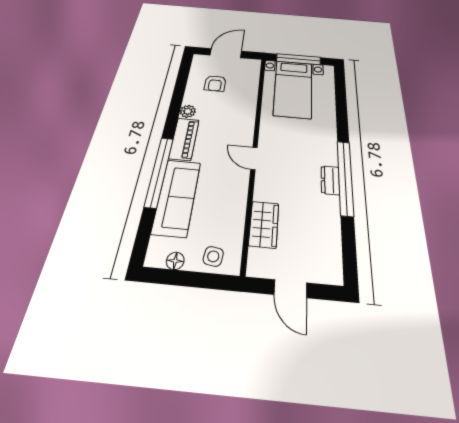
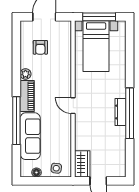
dresser: (330, 180) -> (121, 112), width x1.44
wardrobe: (264, 224) -> (82, 164), moved

